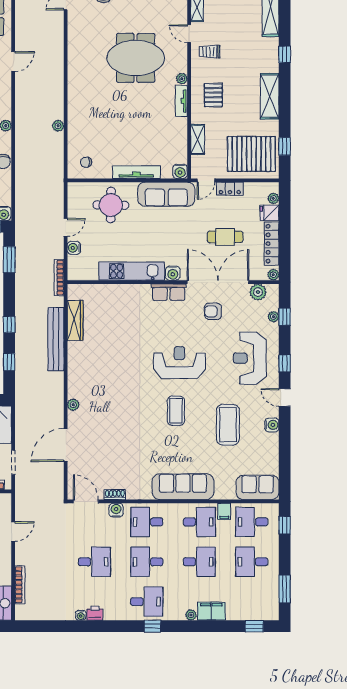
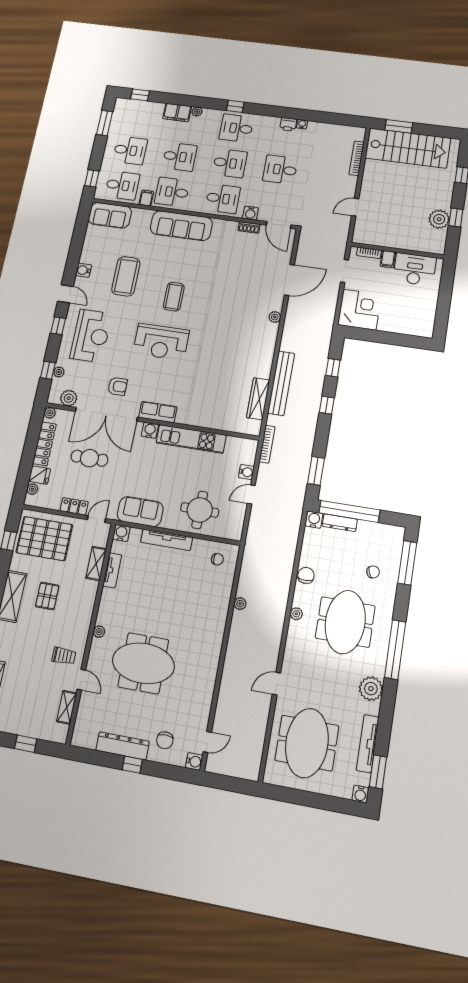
pallet: (213, 95) -> (47, 596), moved
tv unit: (181, 101) -> (112, 570), moved
sofa: (166, 194) -> (140, 512), width x0.73
desk: (199, 562) -> (180, 157), turned 180

